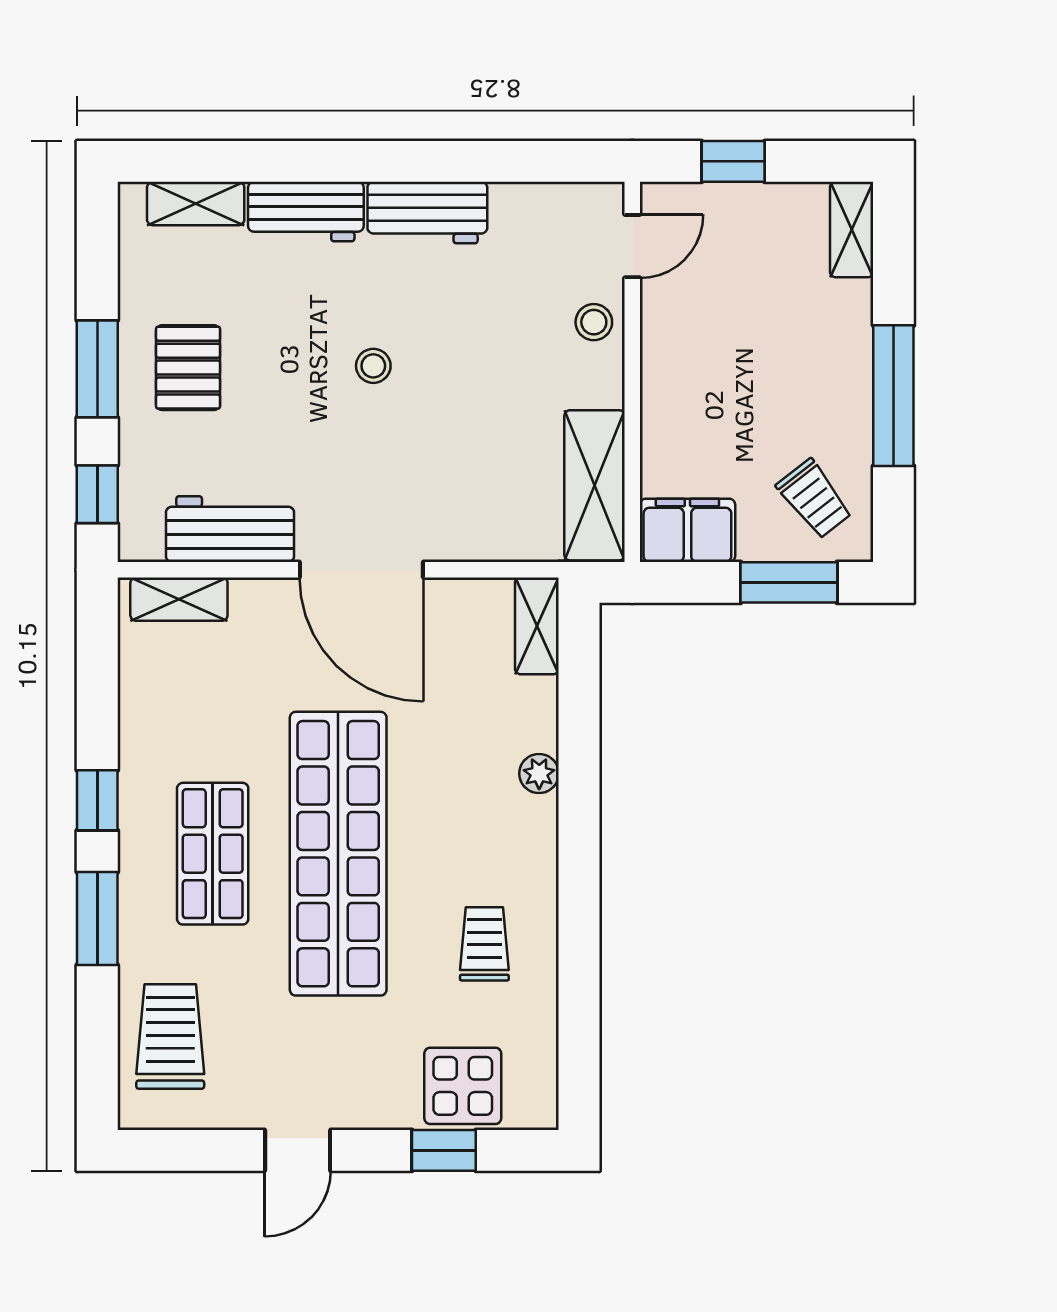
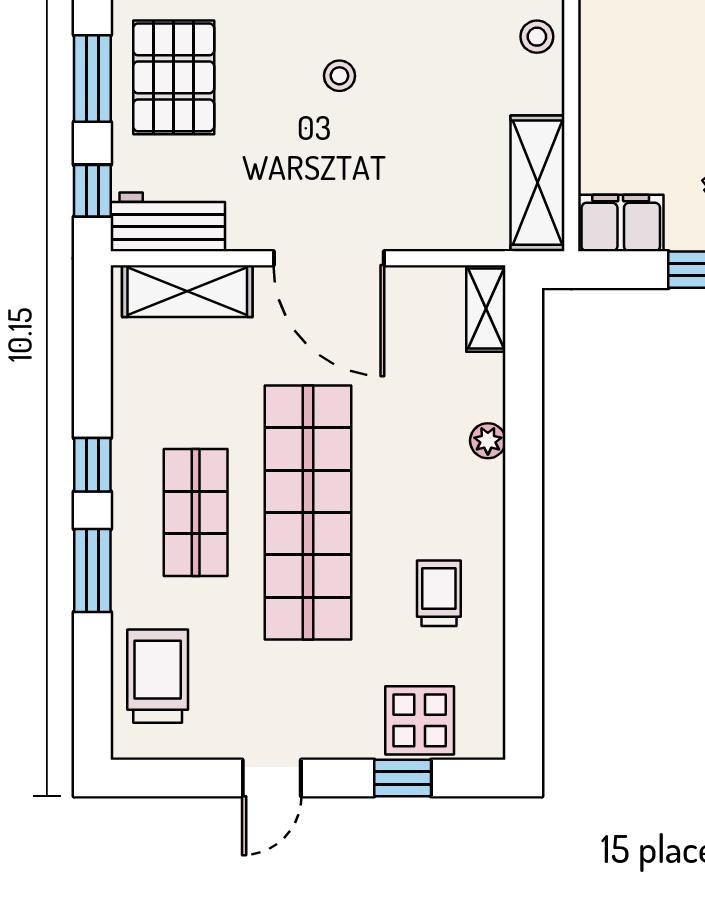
pallet: (188, 368) -> (174, 77), width x1.50, depth x1.42
workbench: (230, 529) -> (168, 222), moved
shelving: (179, 599) -> (187, 291), width x1.50, depth x1.33

